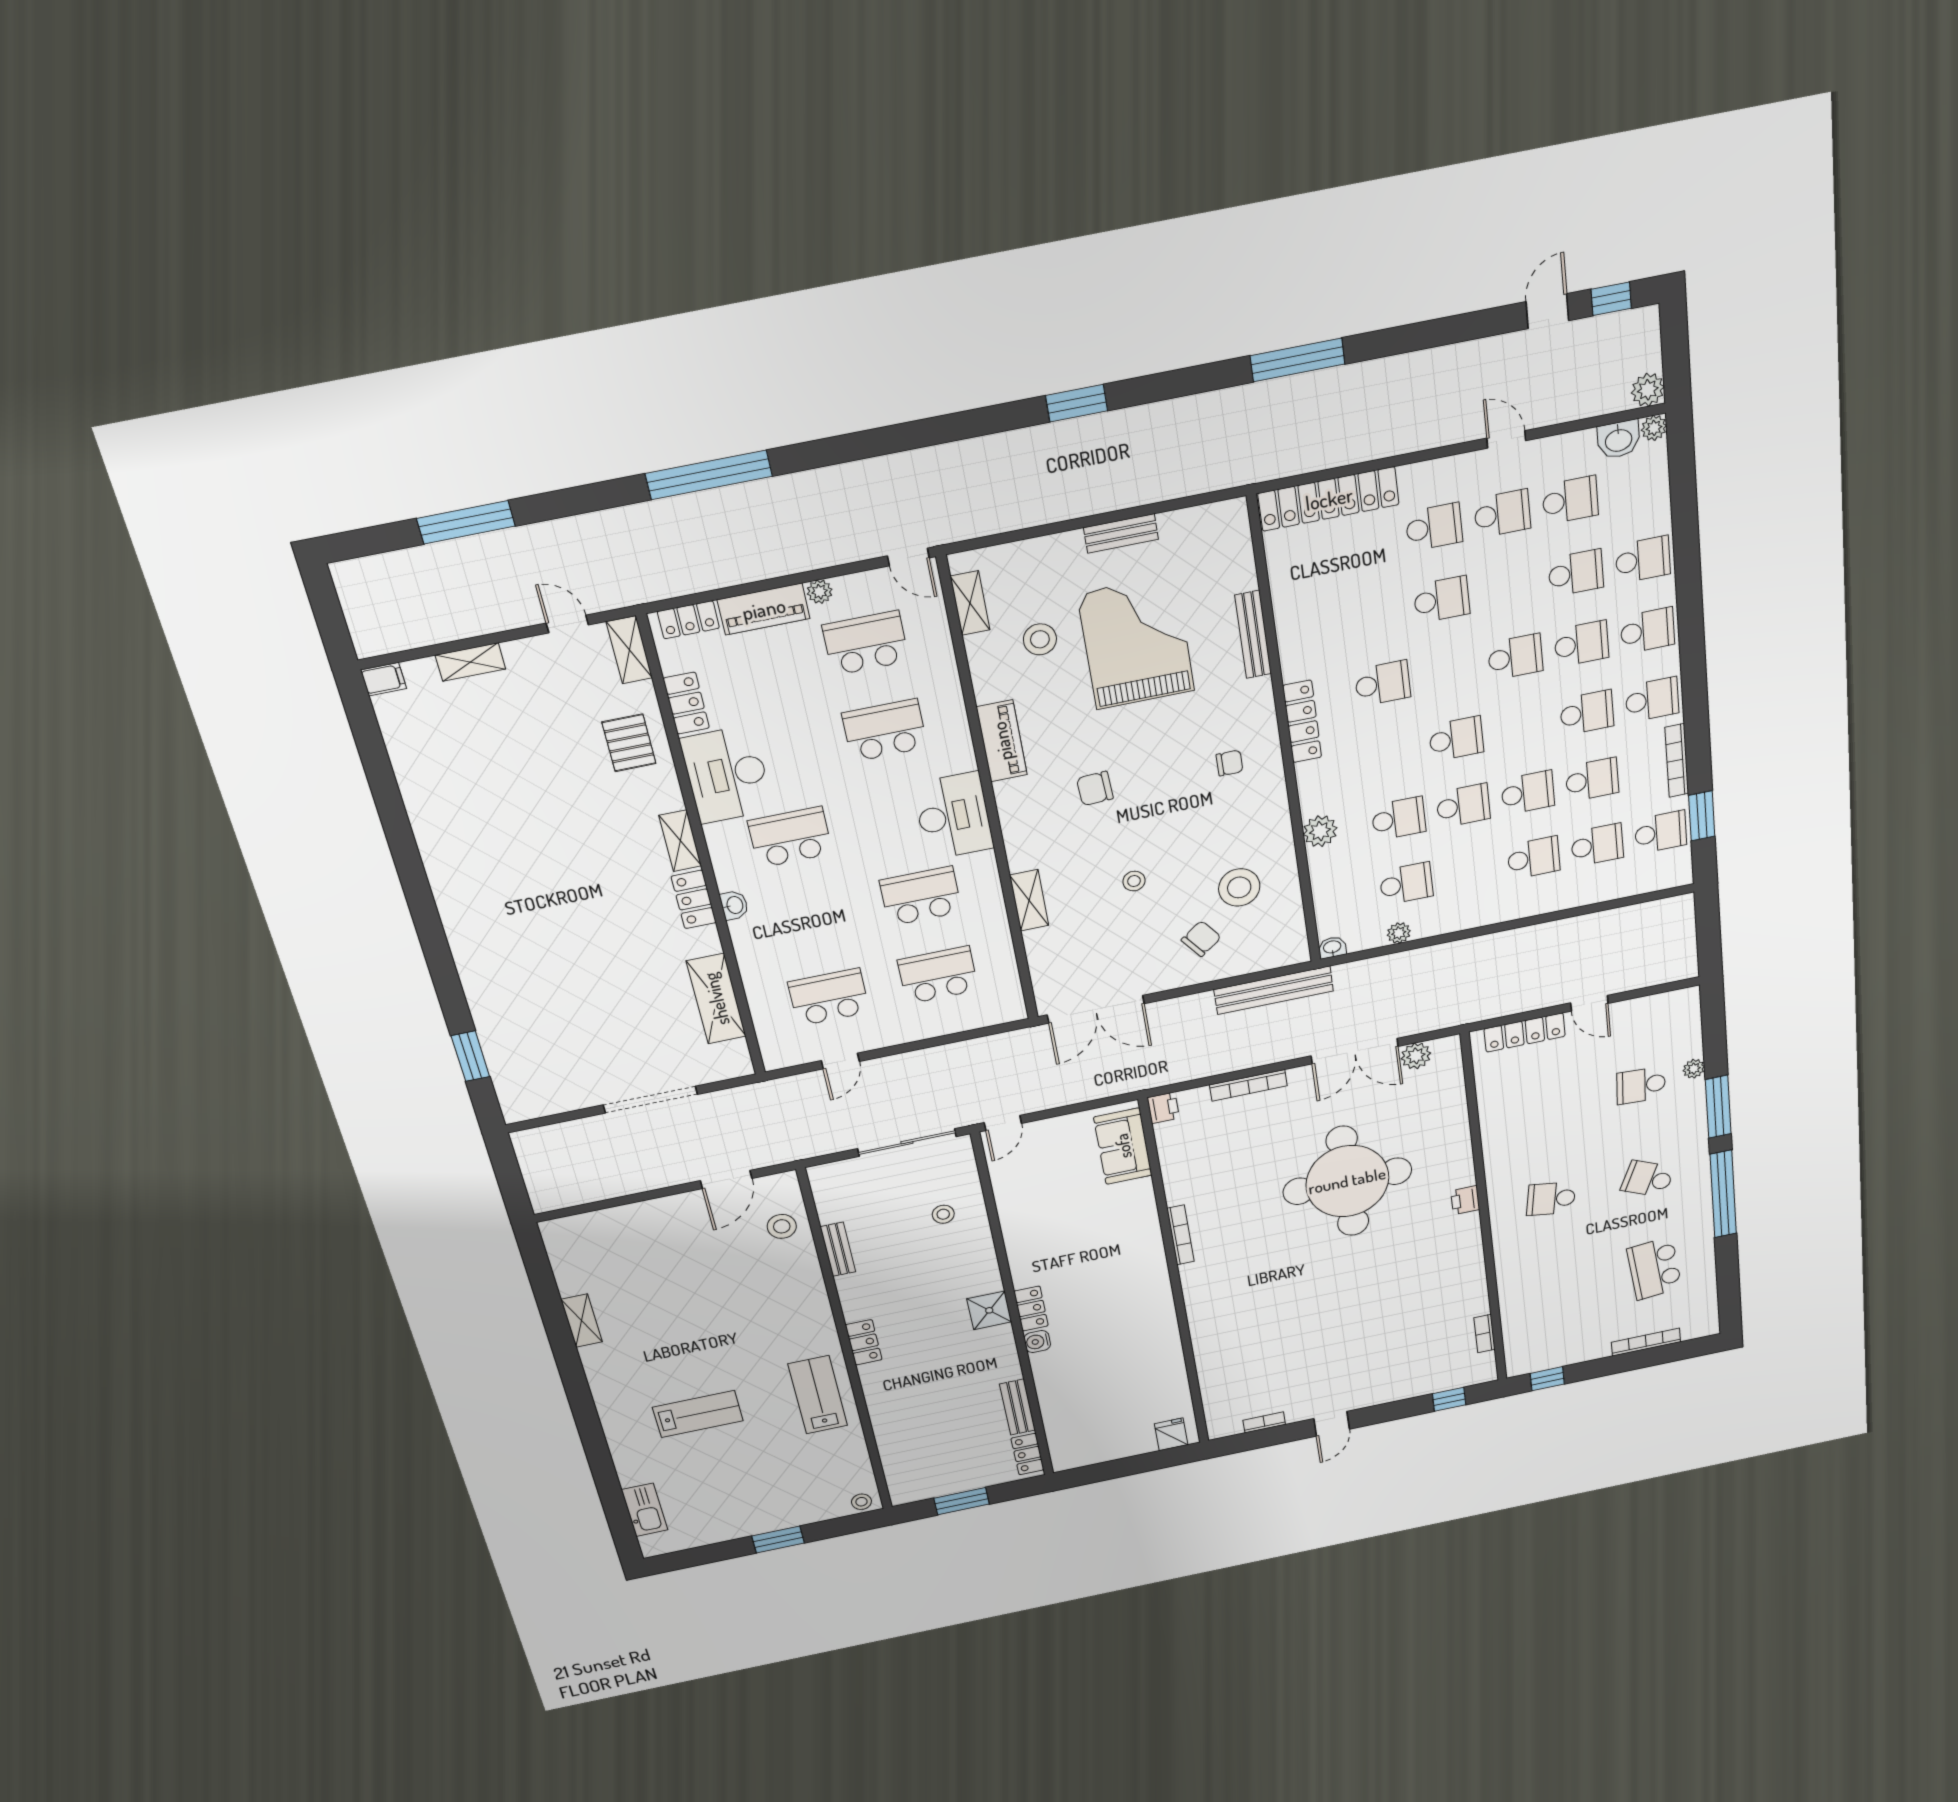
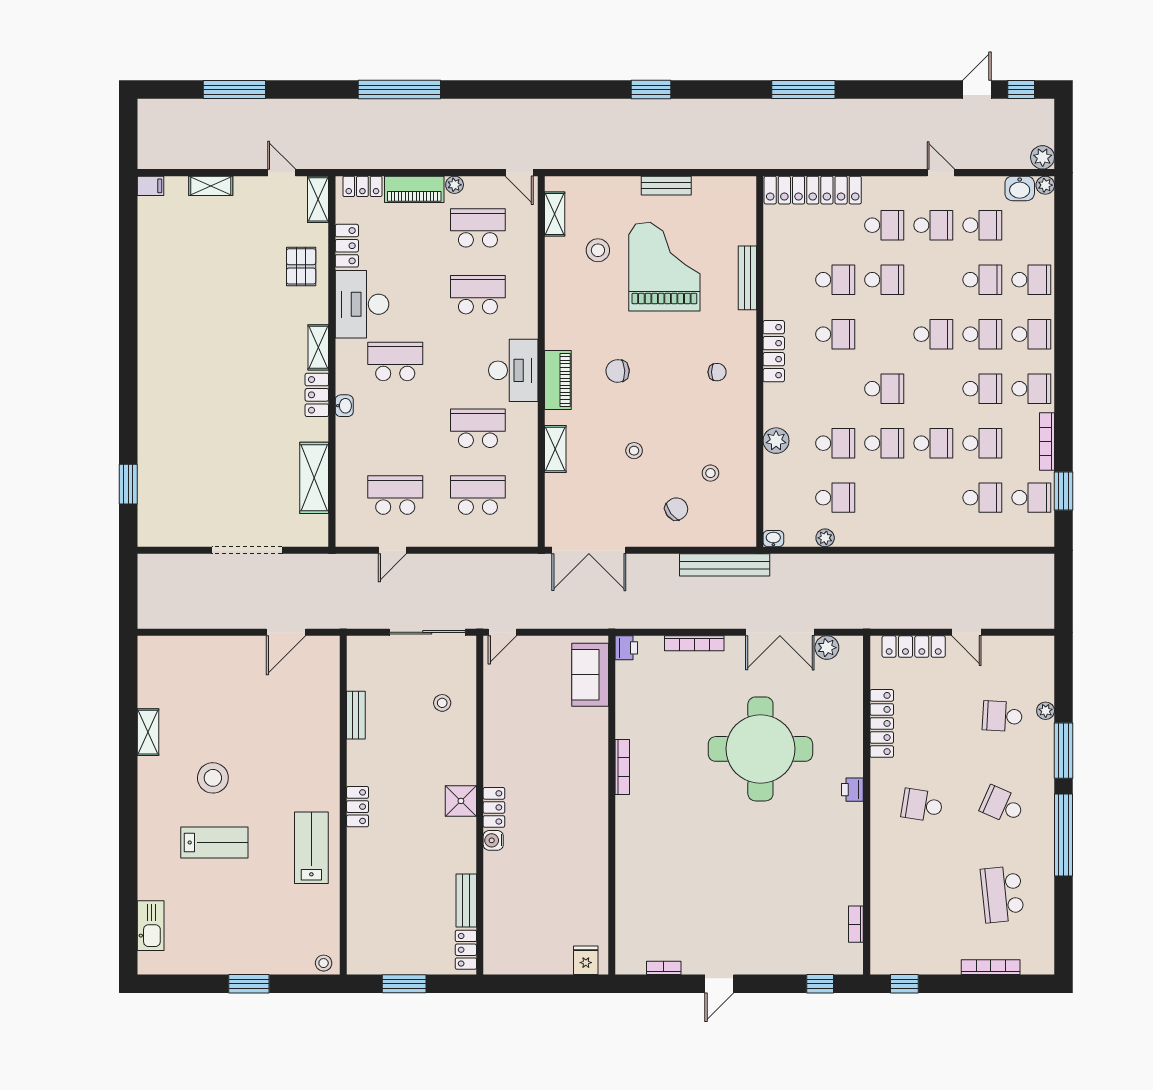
piano: (1002, 741) -> (558, 380), moved
school desk: (1534, 858) -> (835, 280), moved
stool: (1239, 887) -> (710, 473), width x0.53, depth x0.53
locker: (1493, 1124) -> (882, 723), added
stool: (782, 1226) -> (213, 778), moved, width x1.38, depth x1.38

